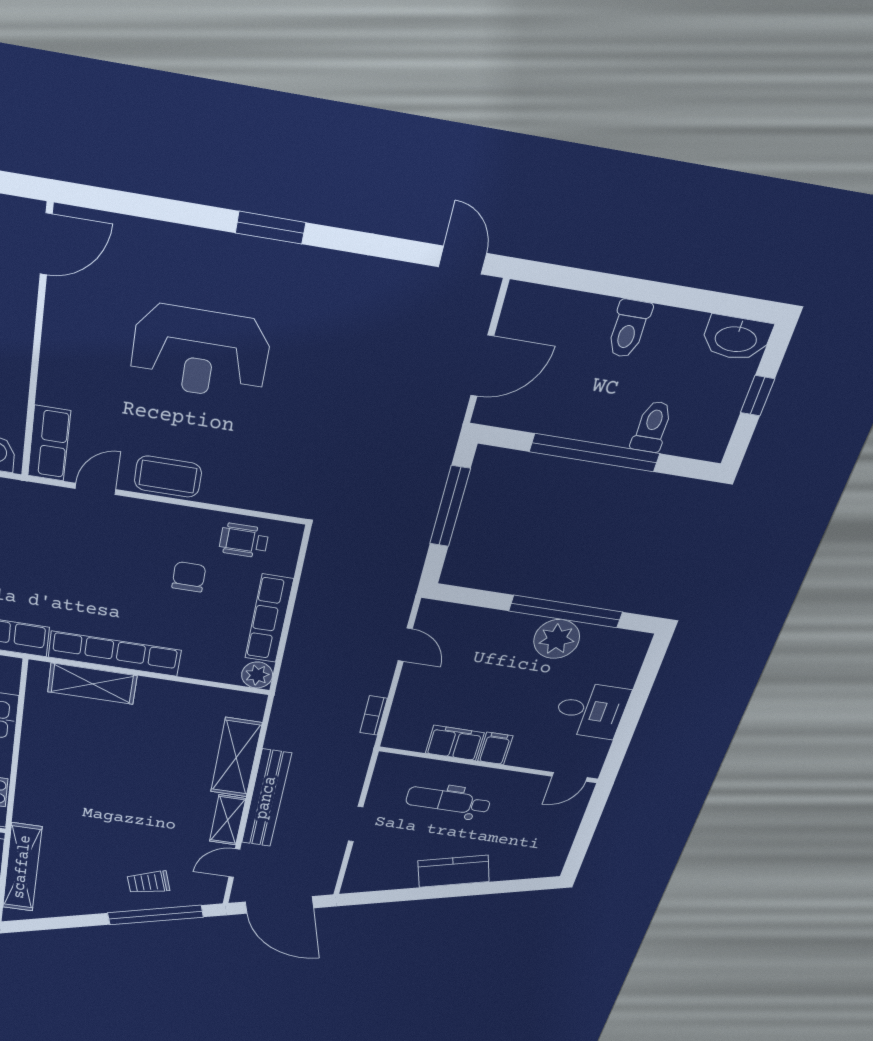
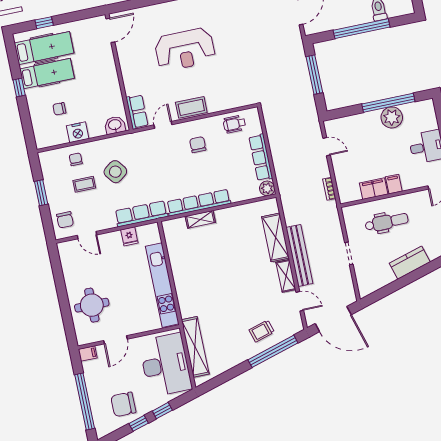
chair: (189, 577) -> (198, 145), moved
shelving: (92, 684) -> (200, 219), width x0.67, depth x0.75
dental chair: (448, 801) -> (387, 222), turned 180
door: (234, 863) -> (300, 301), swing flipped

